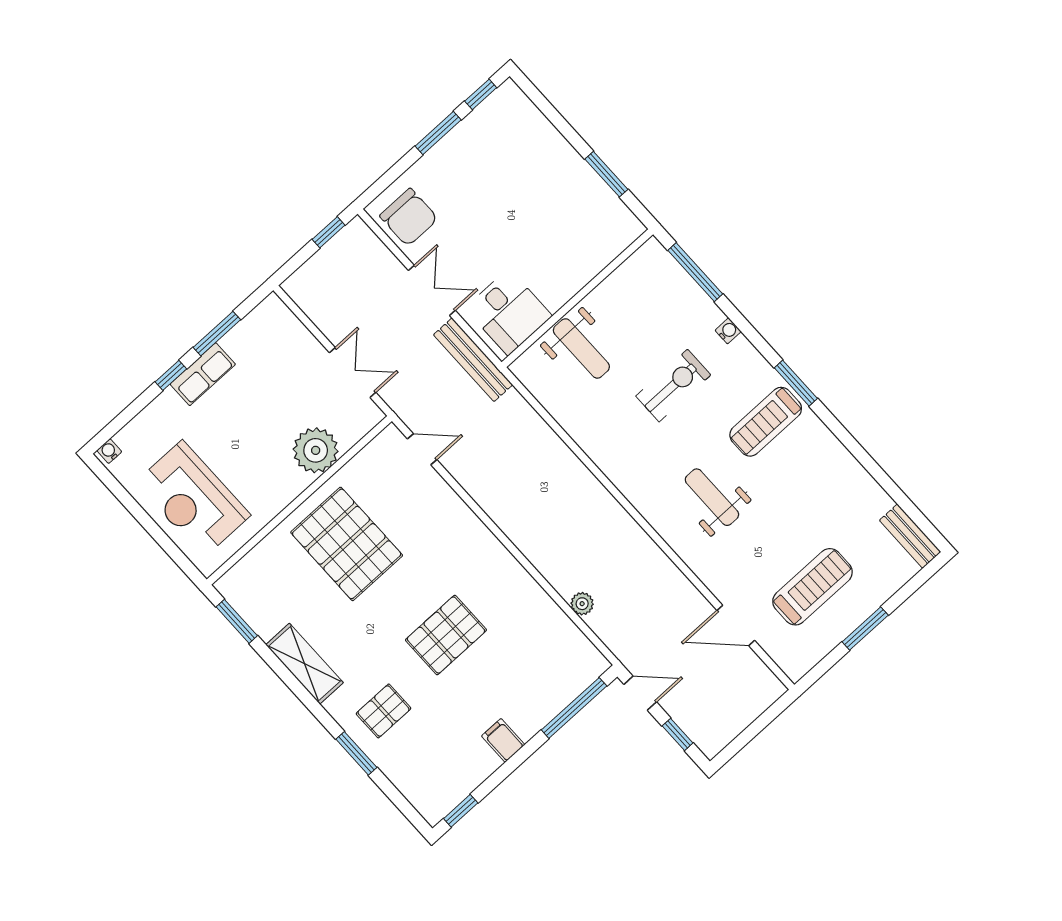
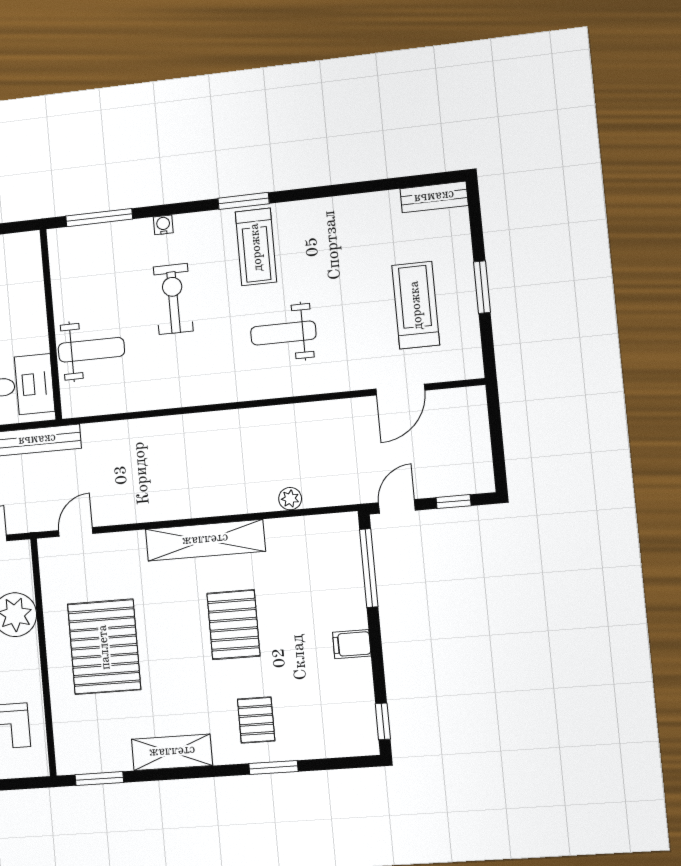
pallet: (347, 544) -> (104, 647), turned 90
shelving: (497, 561) -> (205, 540), added

